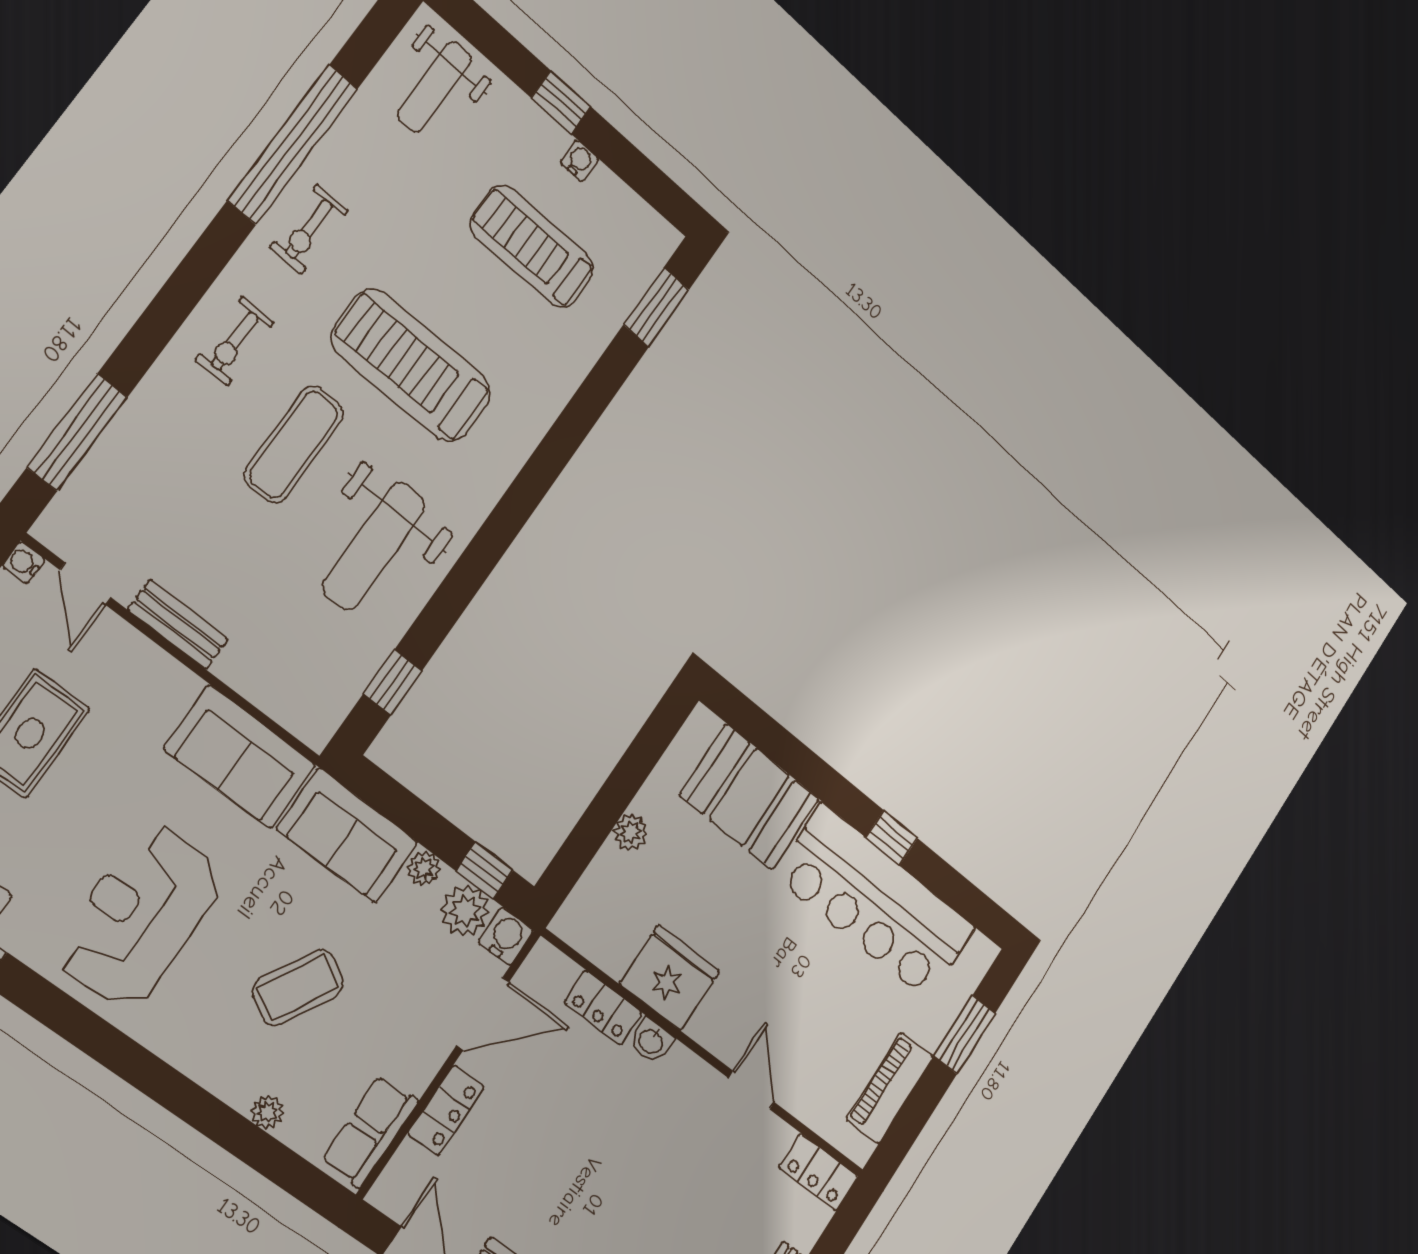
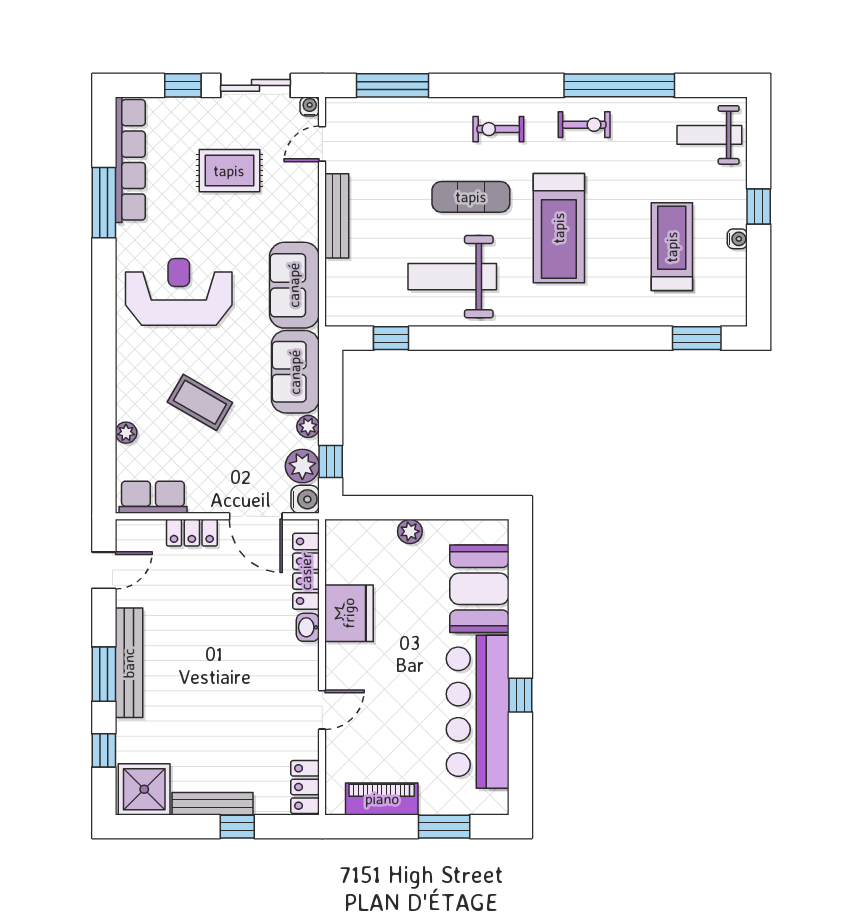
exercise bike: (309, 229) -> (584, 125), turned 180
treadmill: (411, 366) -> (559, 228), turned 180
bench: (178, 625) -> (337, 216), width x1.36
locker: (603, 1008) -> (306, 571), width x1.53

